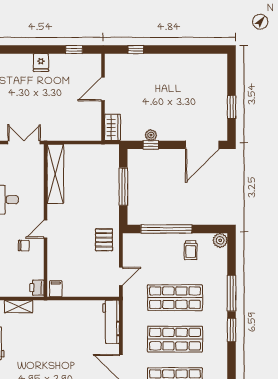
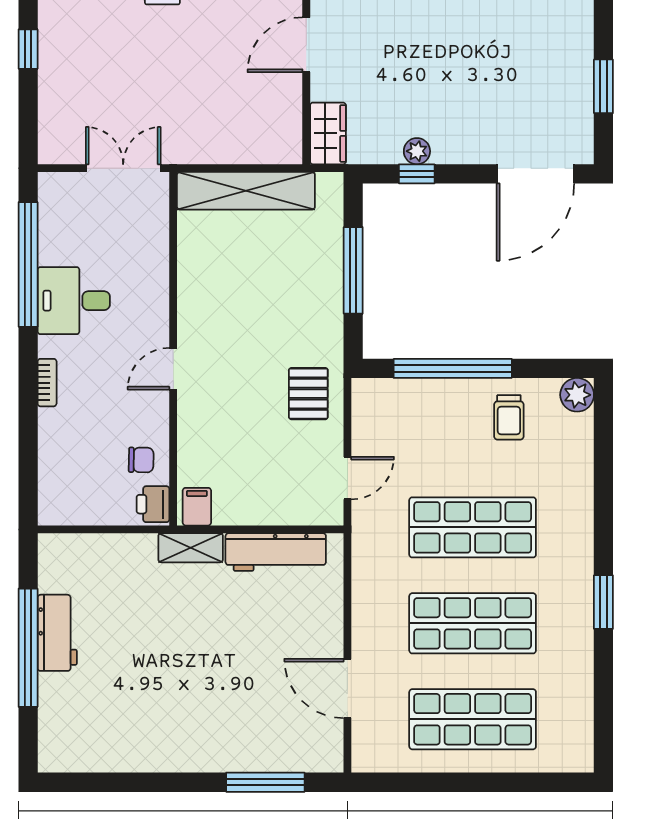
shelving: (55, 174) -> (246, 191), moved, turned 90
chair: (24, 246) -> (141, 460), moved
window: (232, 293) -> (603, 517), removed
shelving: (18, 306) -> (191, 548), moved
workbench: (111, 322) -> (276, 552), moved, turned -90

